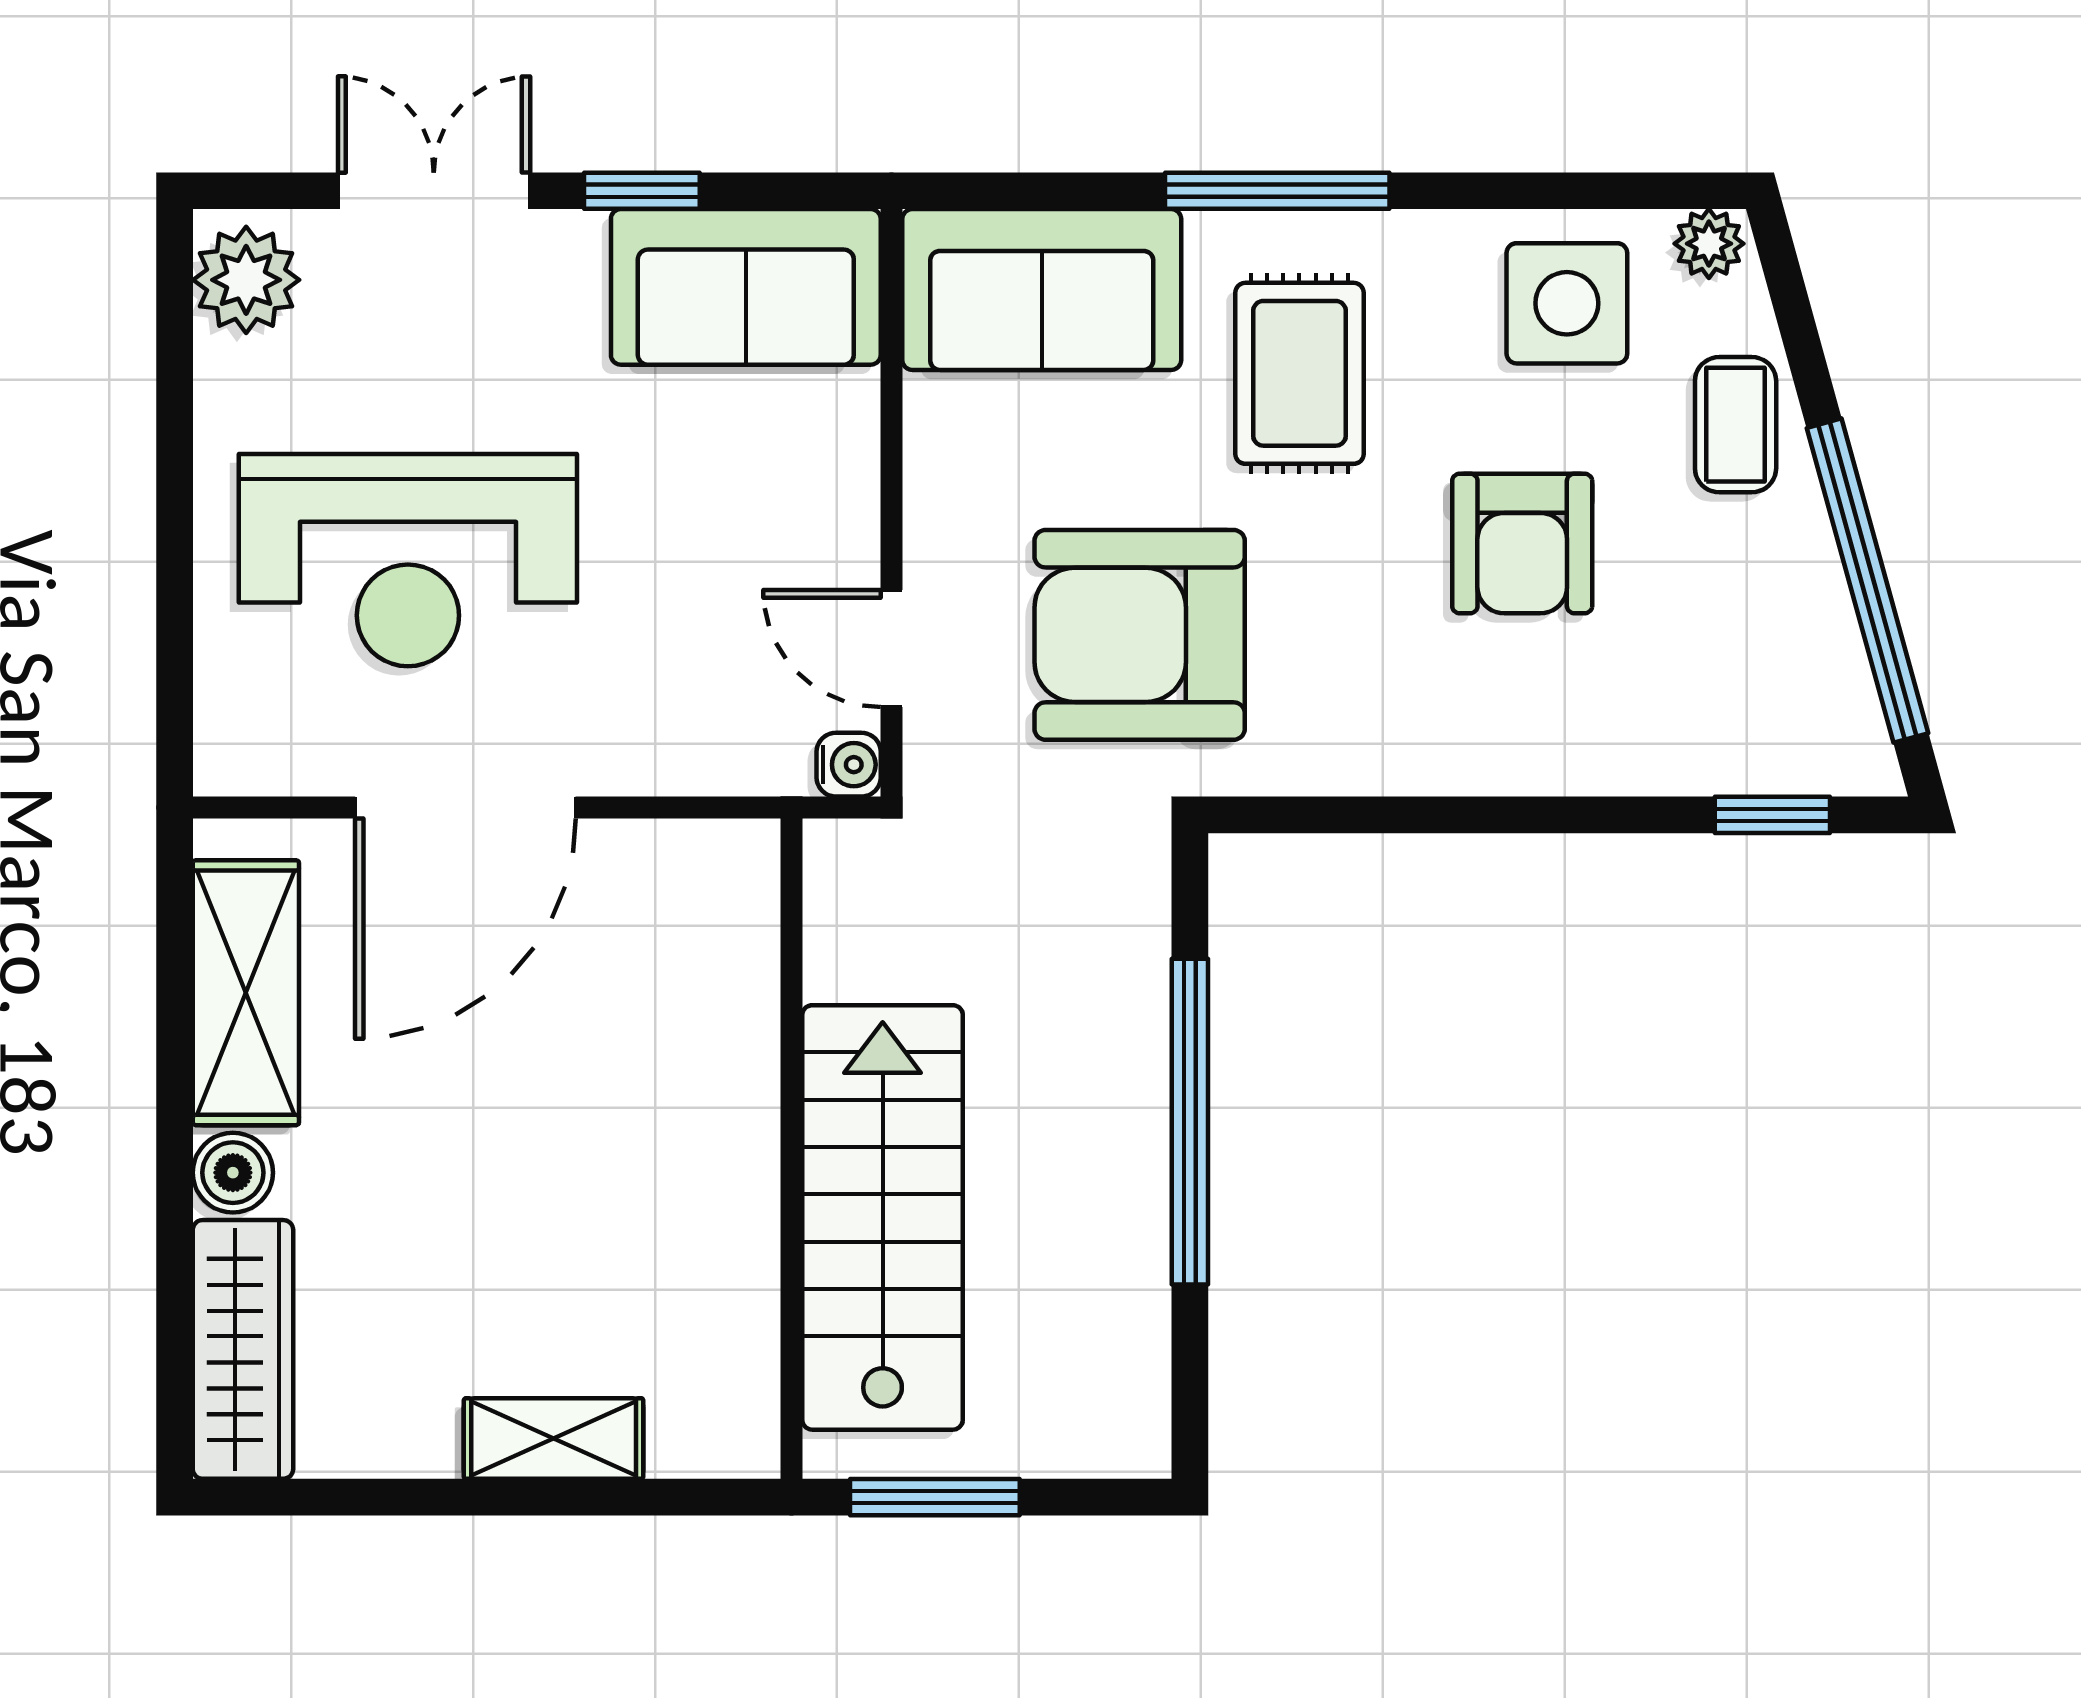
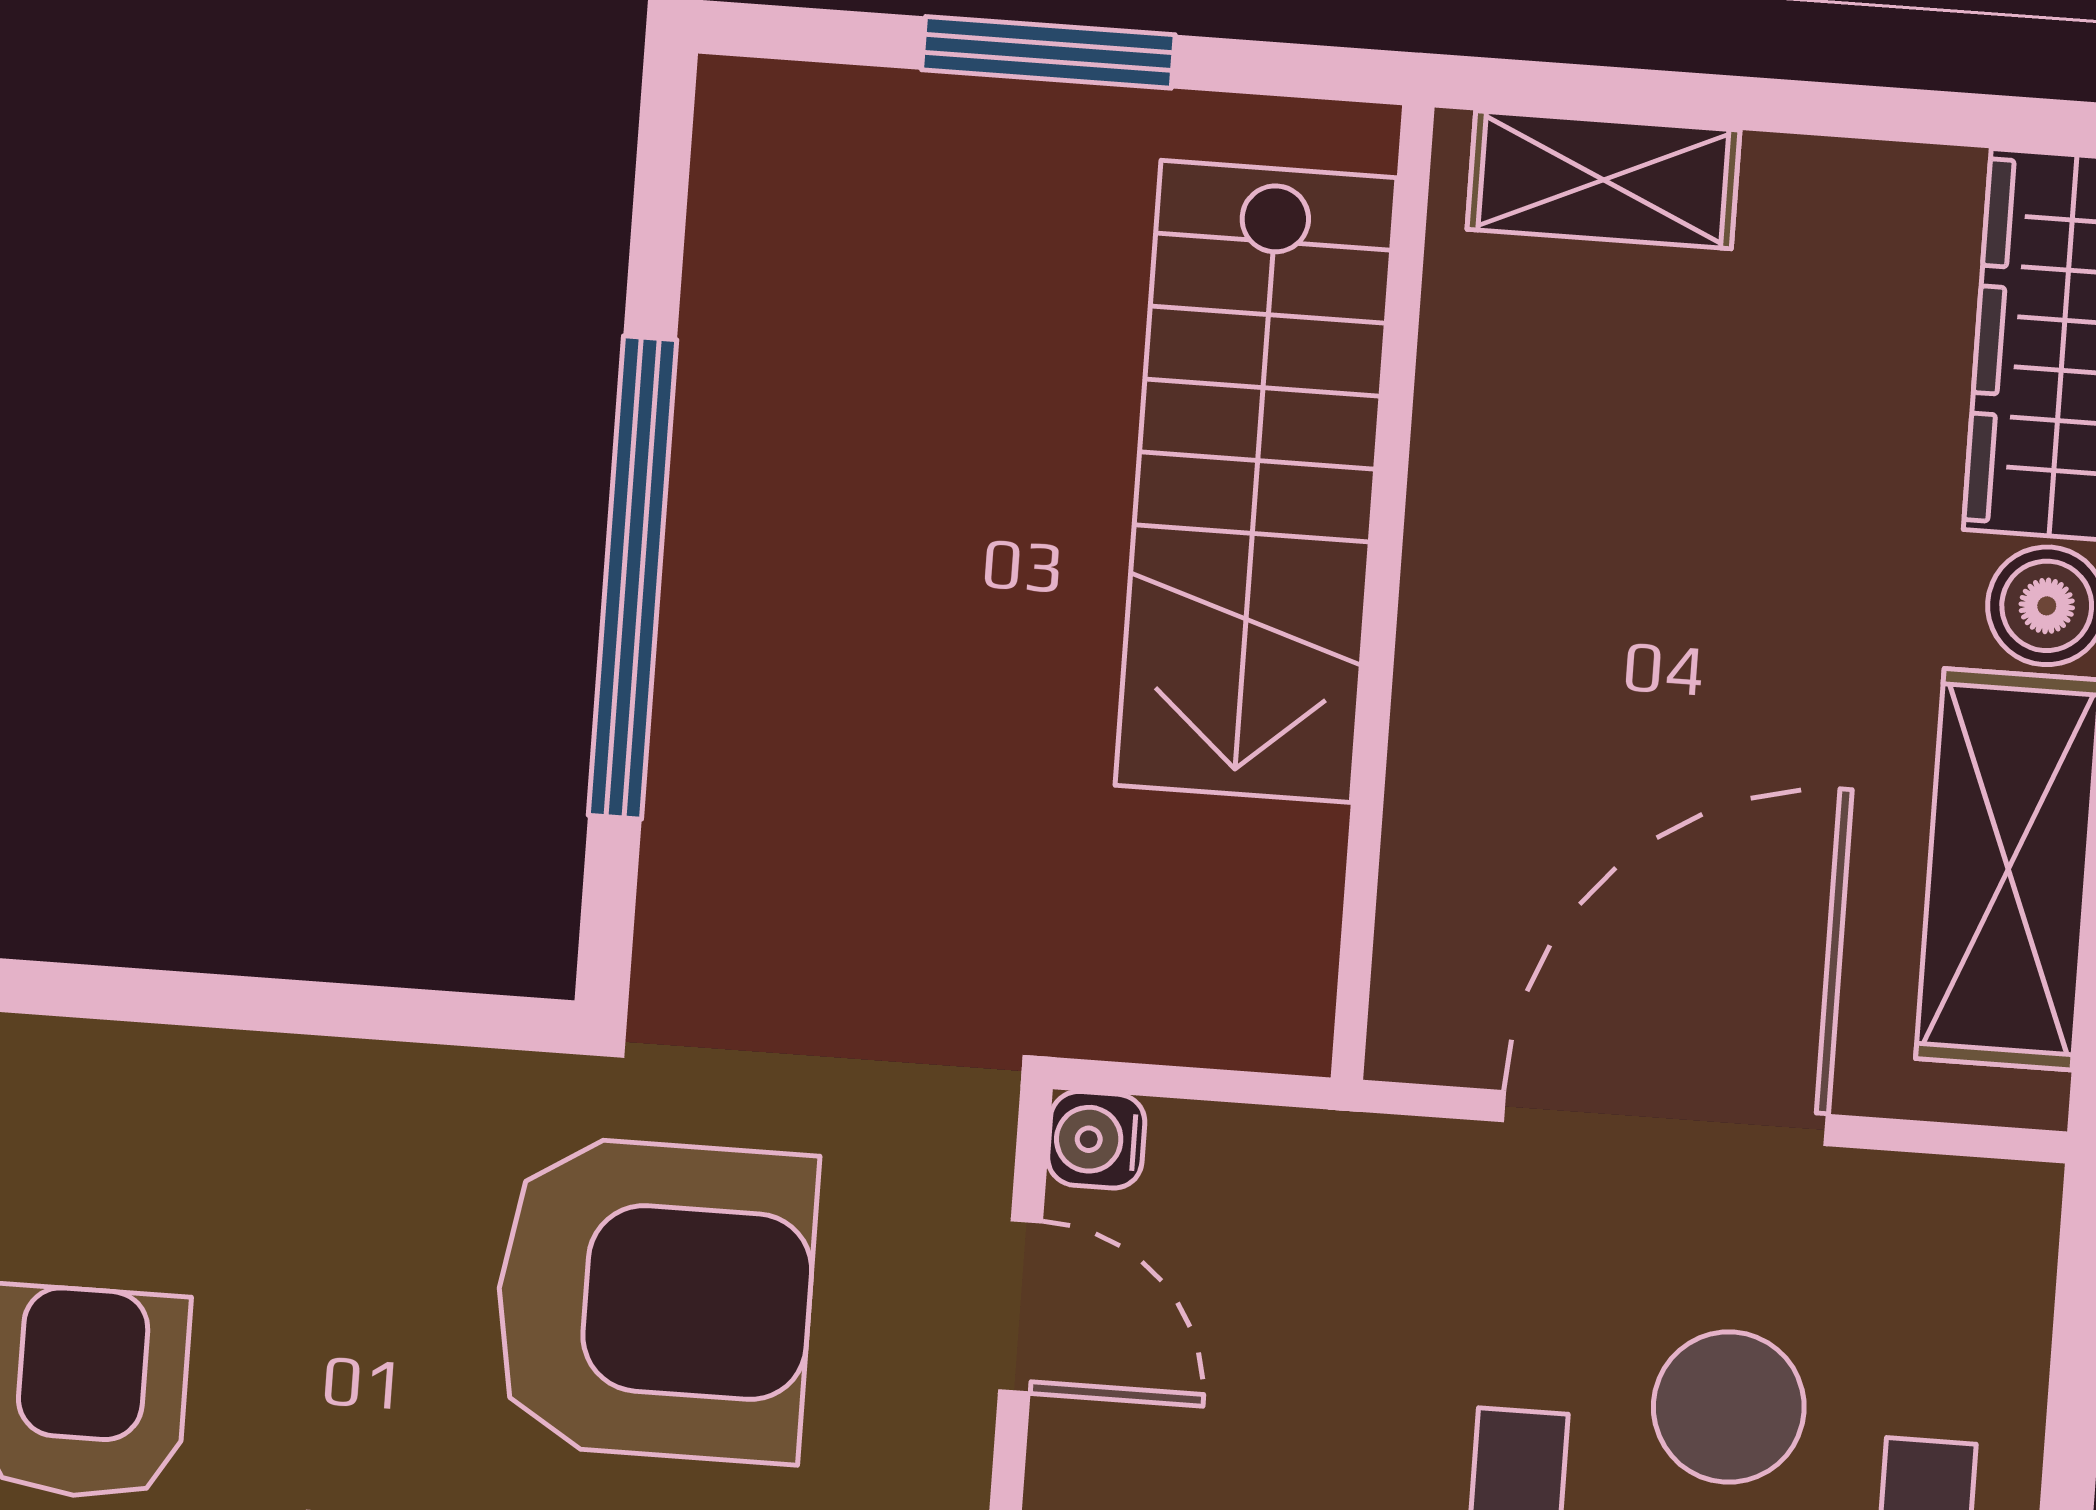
wall: (791, 1149) -> (1383, 592), moved
stairs: (883, 1217) -> (1256, 481), moved

